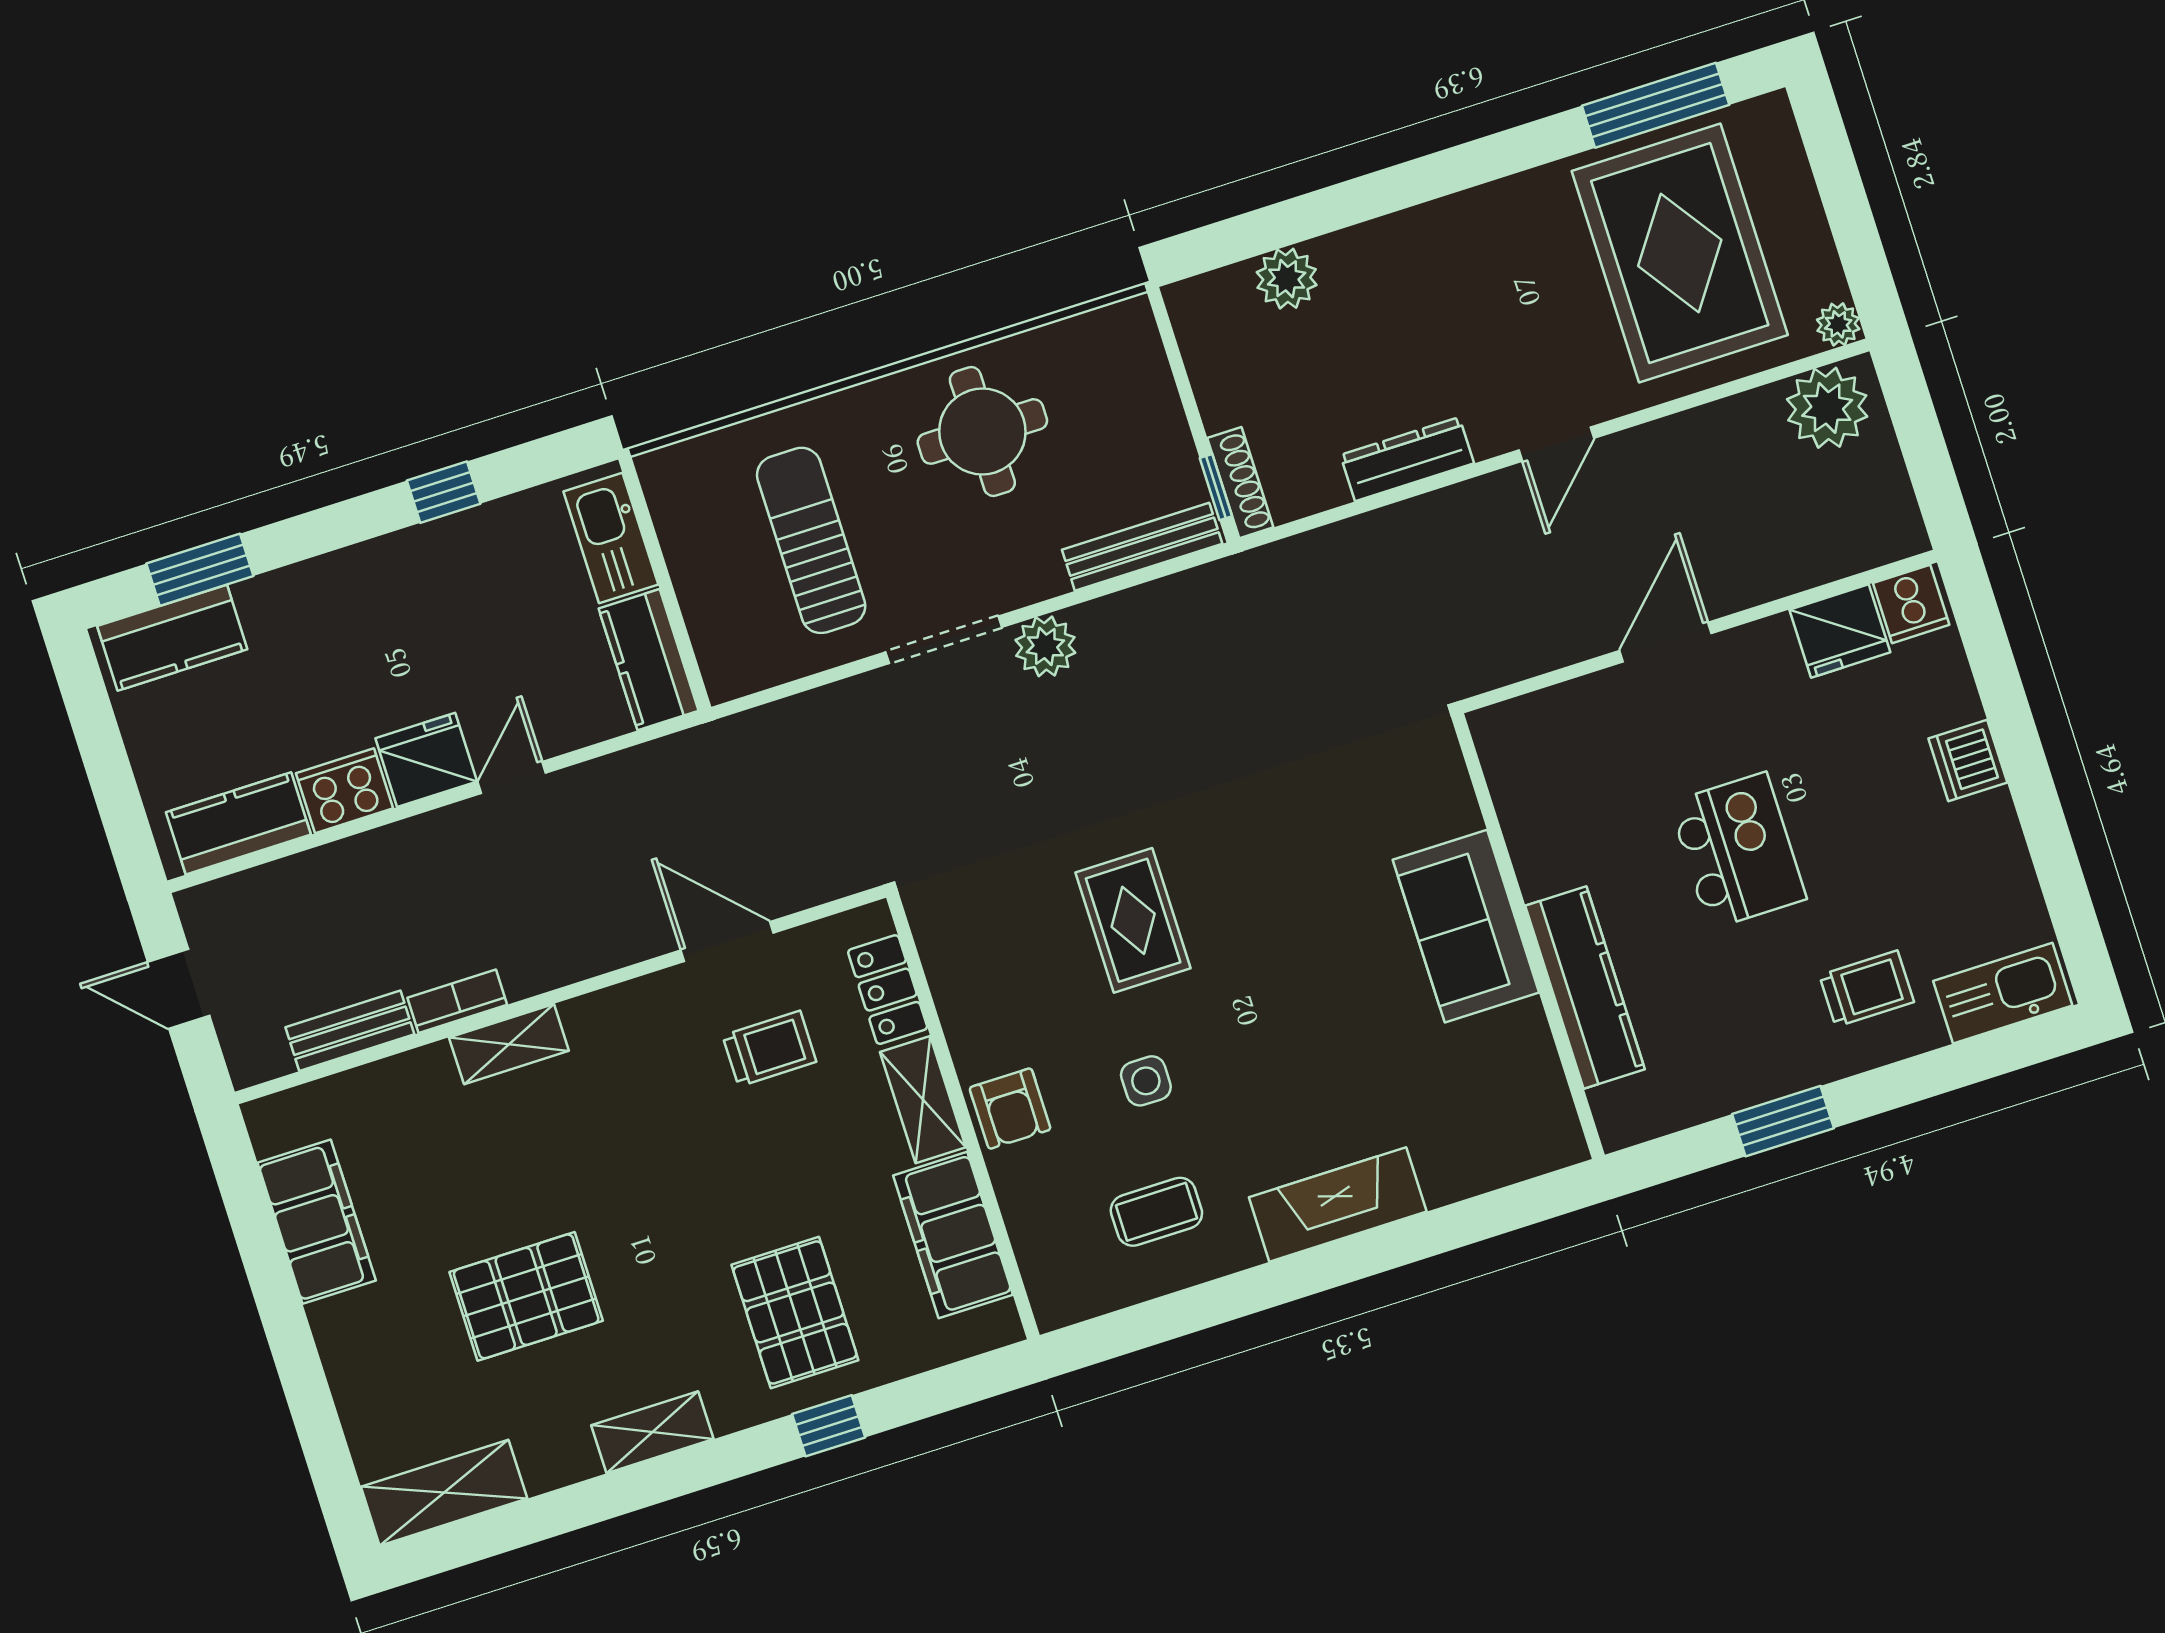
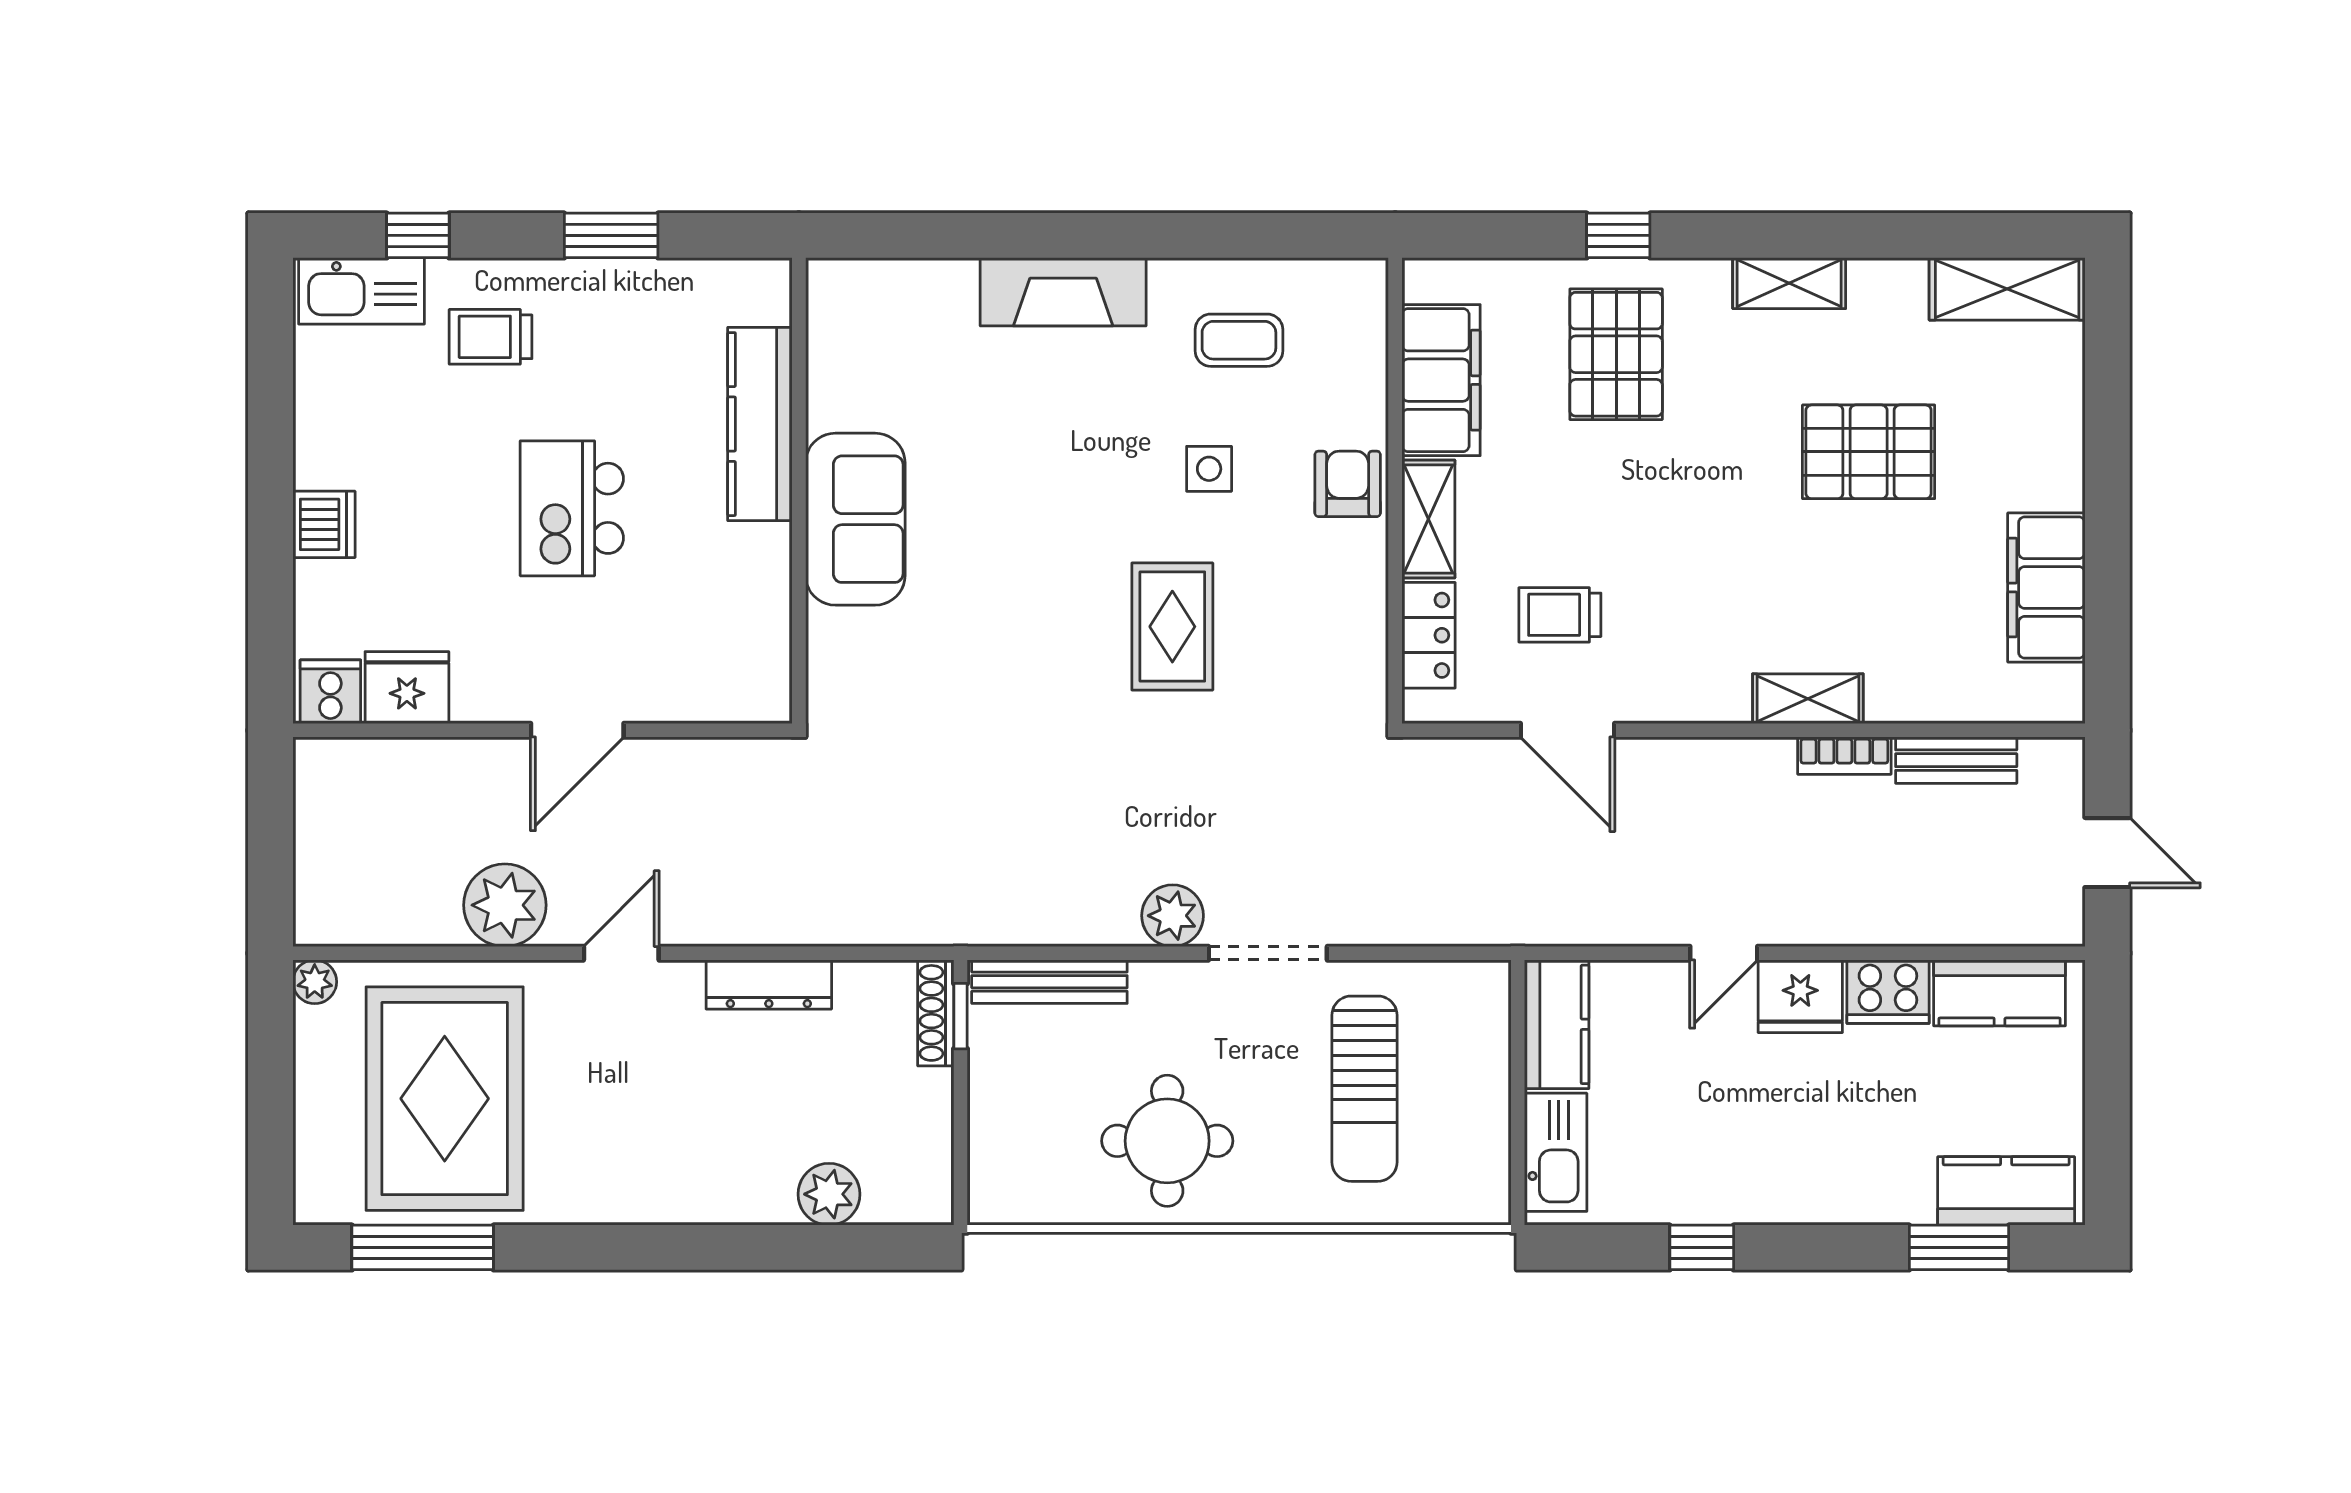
plant: (1827, 408) -> (505, 905), moved
window: (1966, 1063) -> (418, 235), added

